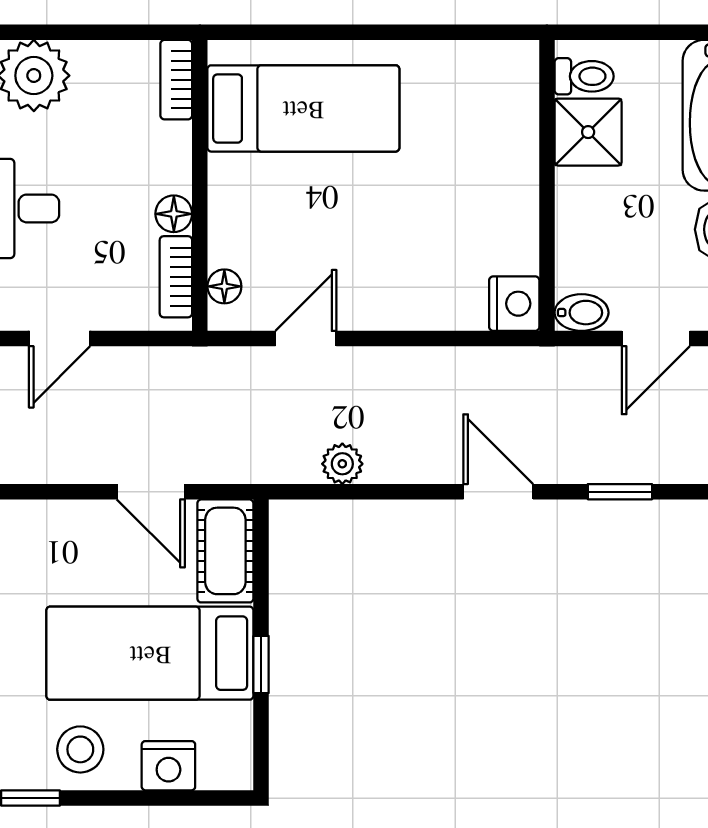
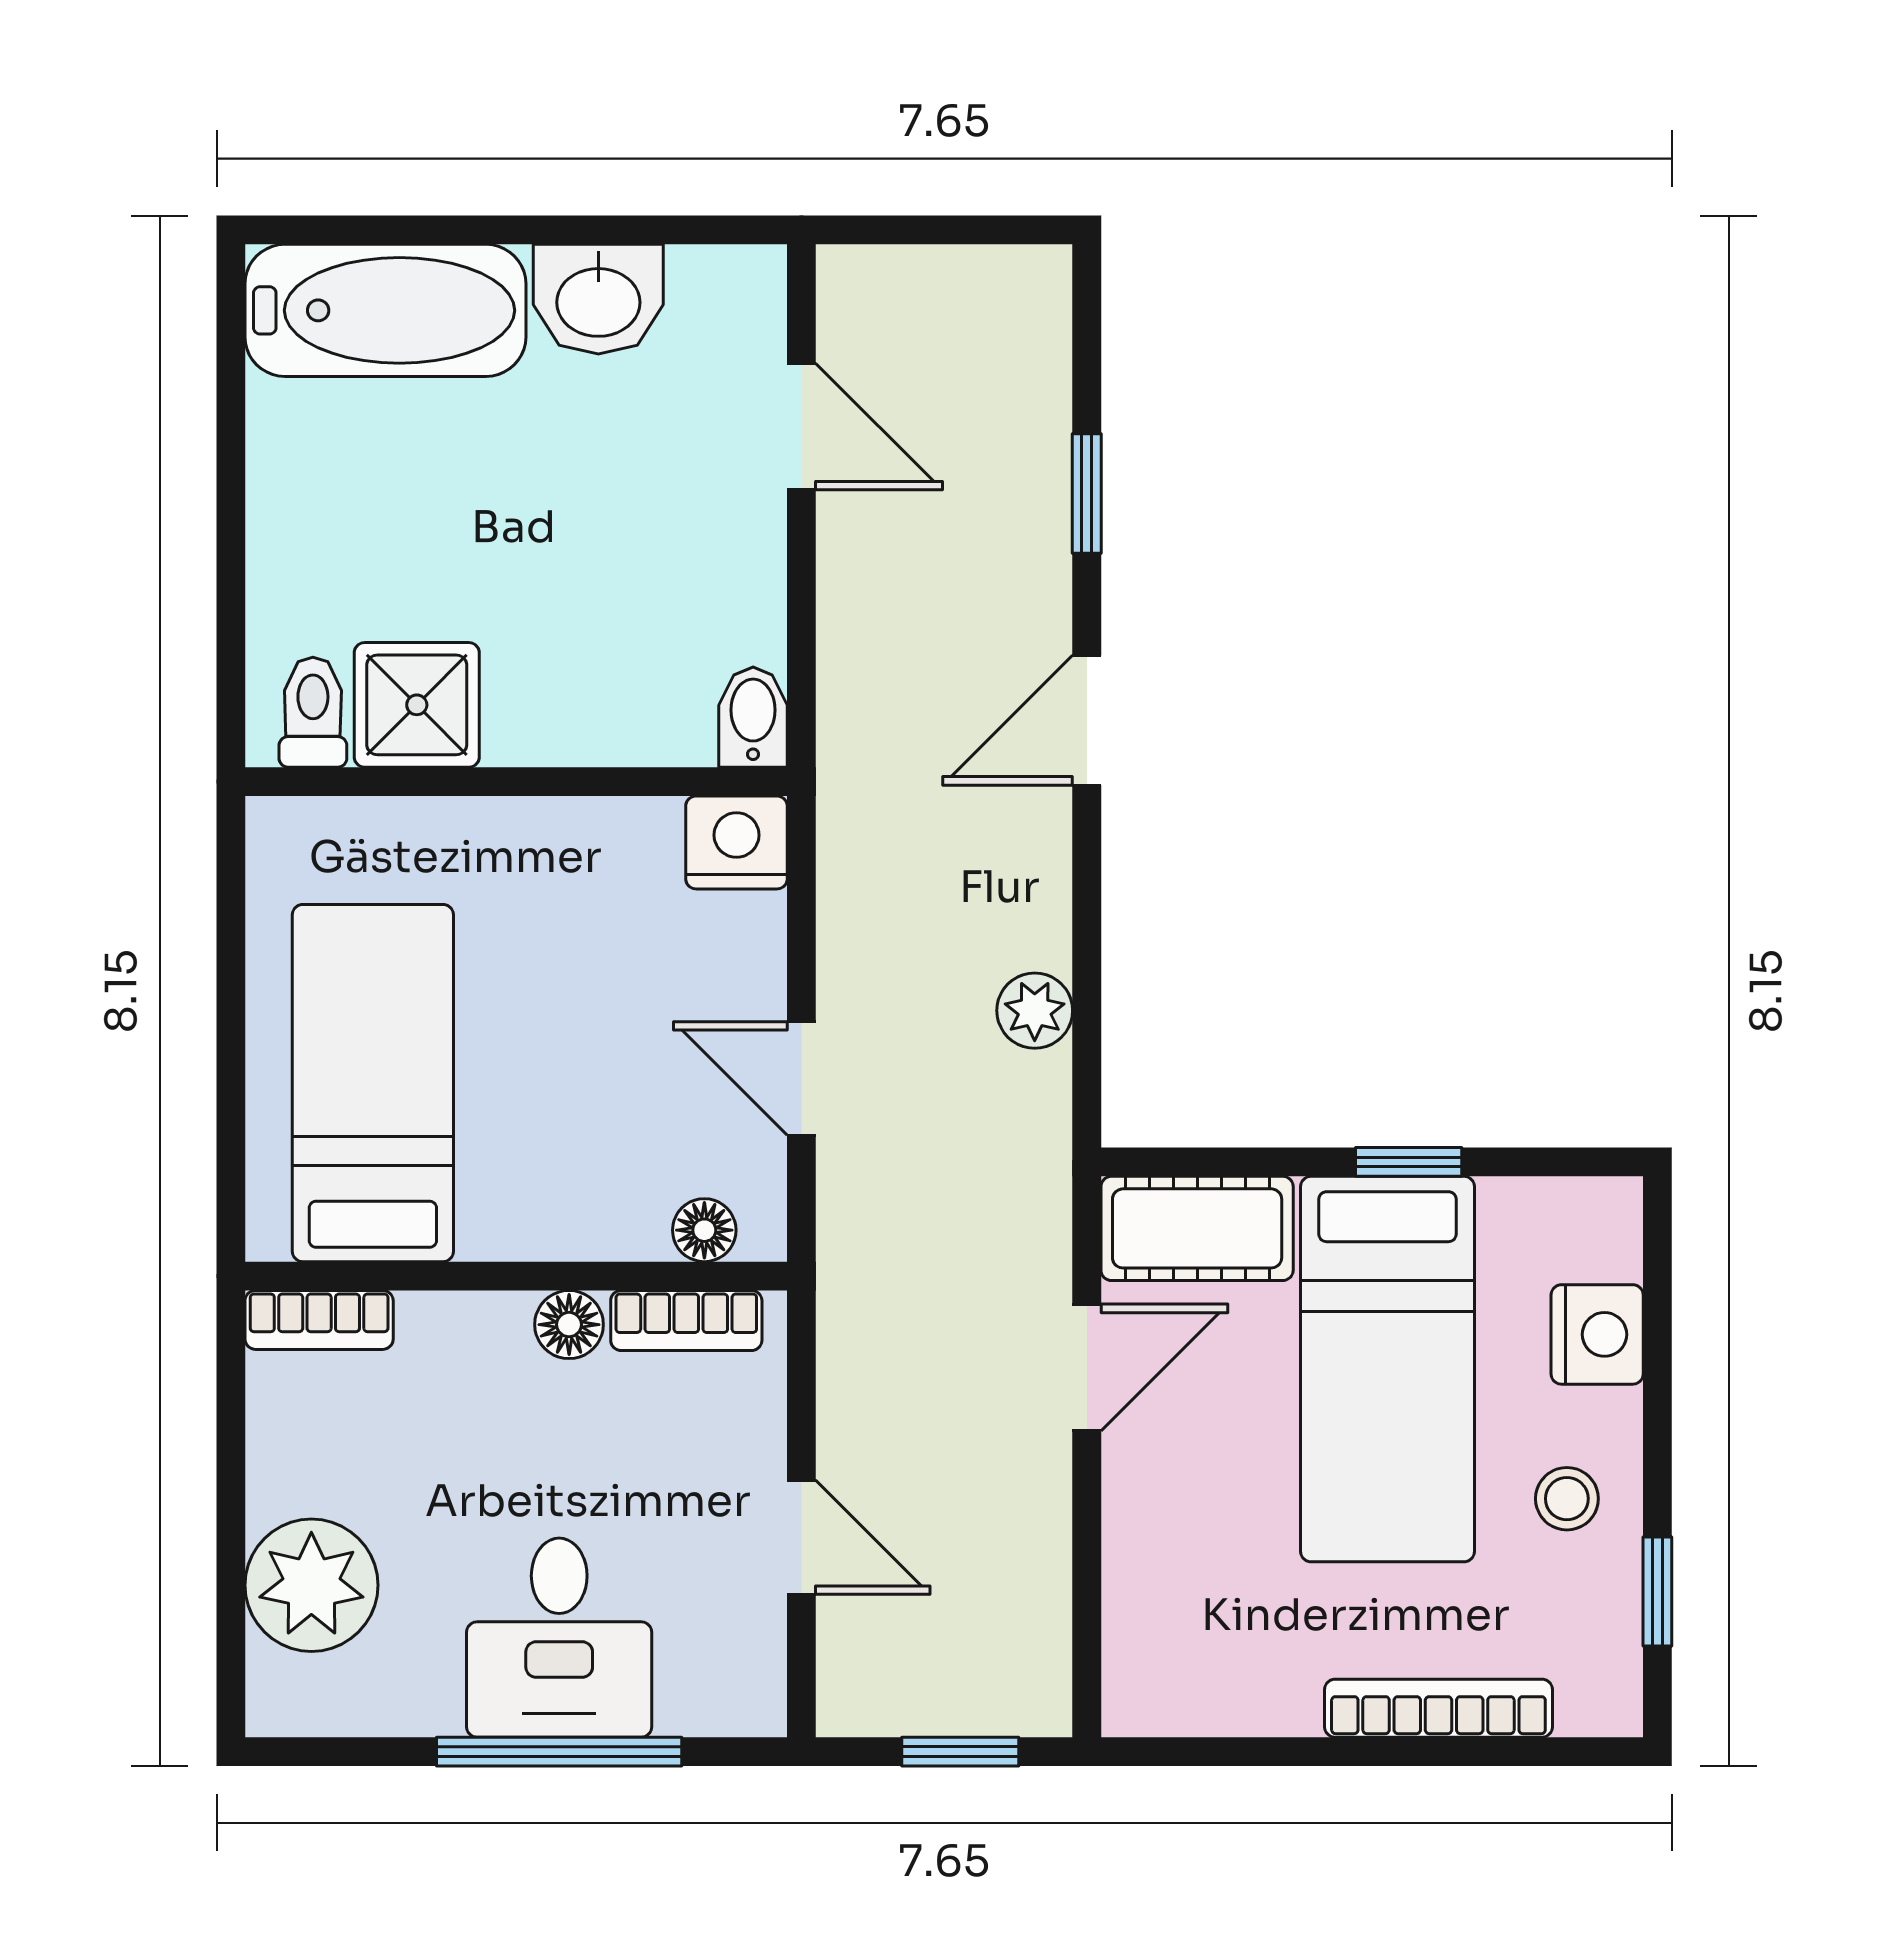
toilet: (584, 76) -> (313, 712), moved
shower: (588, 132) -> (417, 705), moved
wall: (547, 185) -> (516, 782), moved
nightstand: (514, 304) -> (736, 842), moved
bidet: (582, 313) -> (753, 717), moved
stool: (80, 749) -> (1567, 1499), width x0.73, depth x0.73

